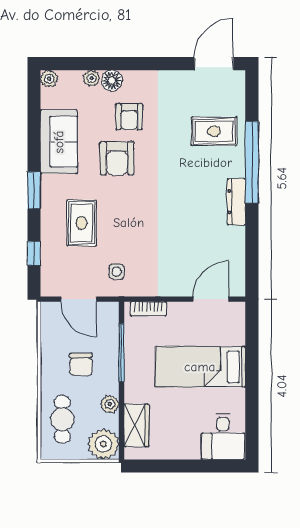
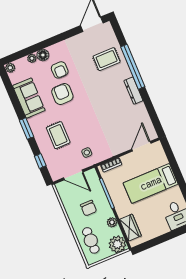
armchair: (117, 158) -> (62, 94), turned 180

